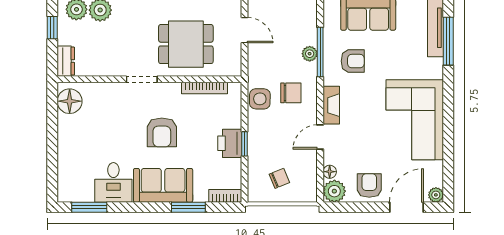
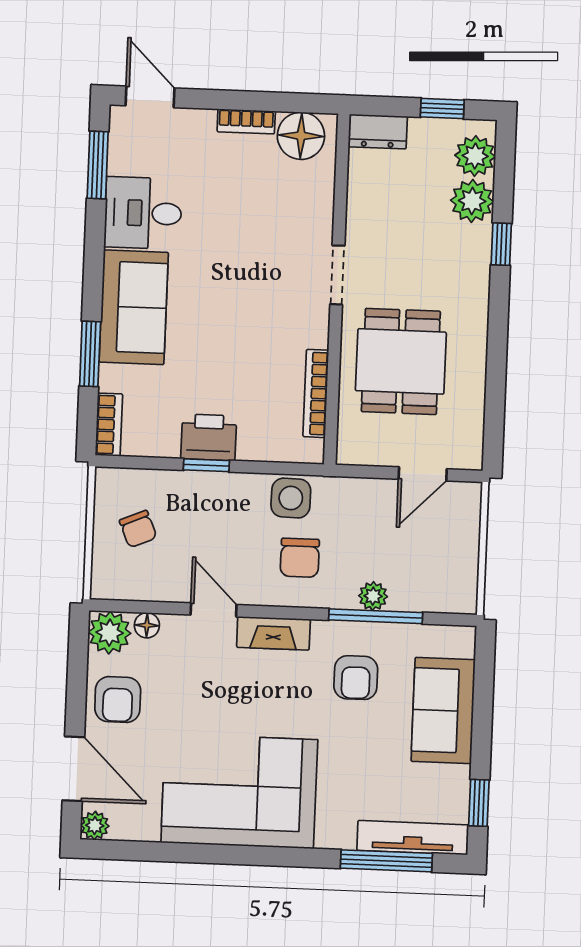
bookcase: (63, 130) -> (246, 121), added
armchair: (162, 132) -> (235, 309), removed
door: (52, 181) -> (150, 97), added
armchair: (369, 185) -> (118, 699), turned 90

